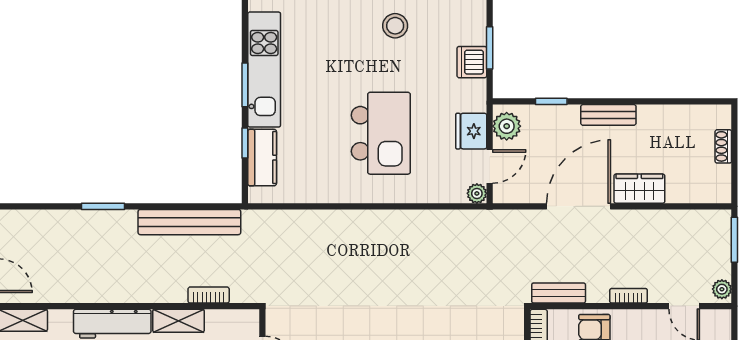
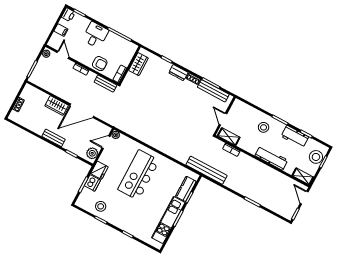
stool: (395, 26) -> (101, 206), moved
fridge: (471, 131) -> (99, 170), moved
kitchen island: (381, 133) -> (139, 175), width x1.37
bench: (189, 222) -> (207, 170), moved
shelving: (178, 321) -> (229, 137), moved

